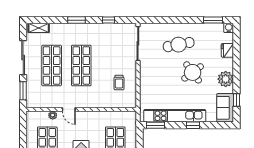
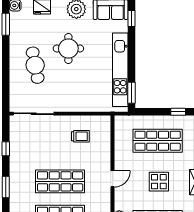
round table: (193, 72) -> (68, 49), turned 37
door: (69, 109) -> (113, 179), moved
window: (193, 125) -> (131, 18), moved

